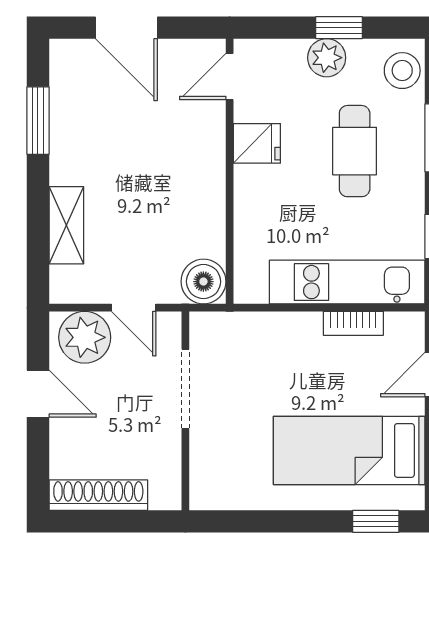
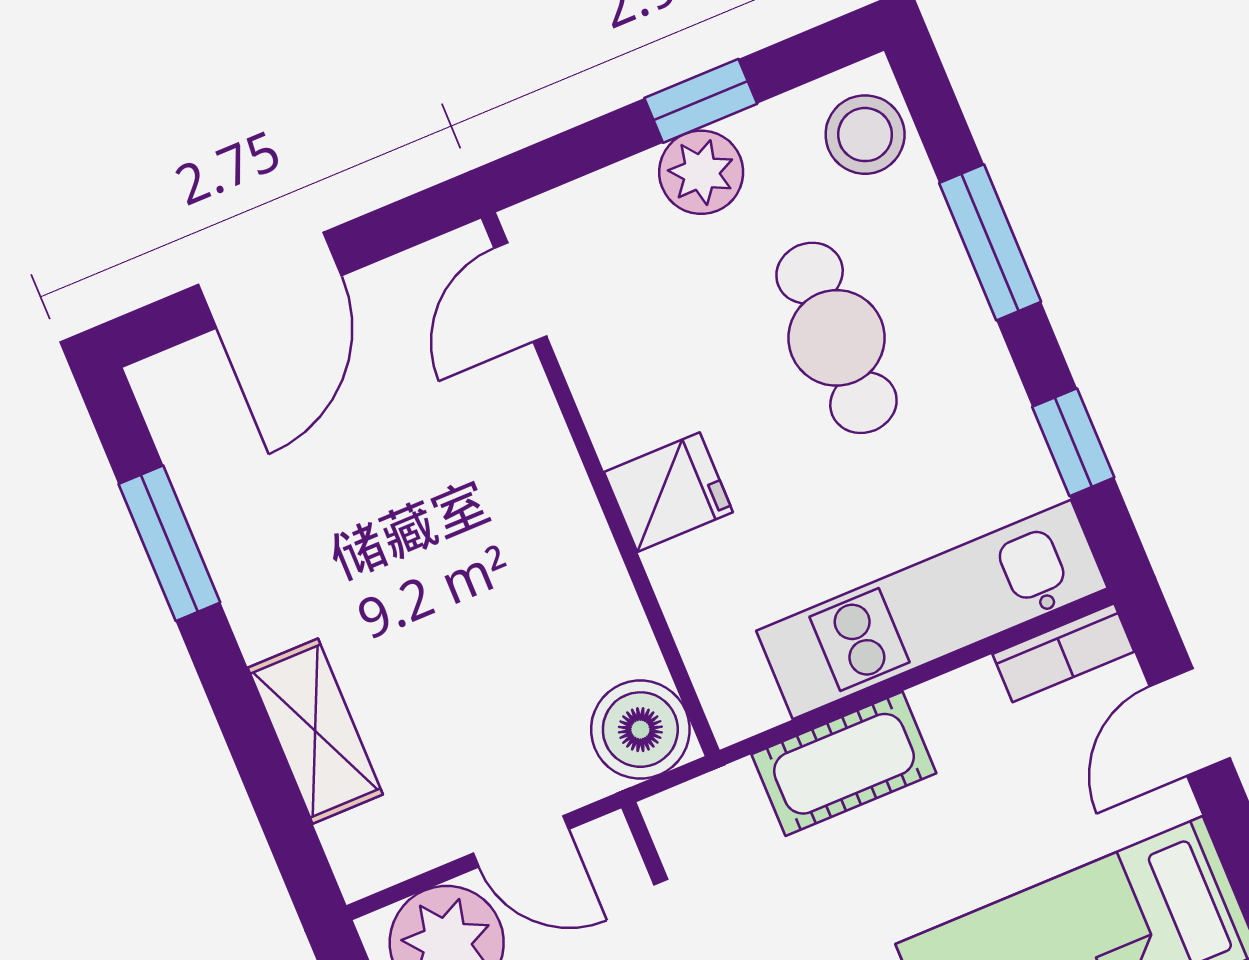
door: (126, 28) -> (270, 280), hinge flipped
fridge: (257, 143) -> (668, 492), moved
bookcase: (353, 323) -> (1063, 653), moved
cot: (283, 332) -> (844, 764), added

